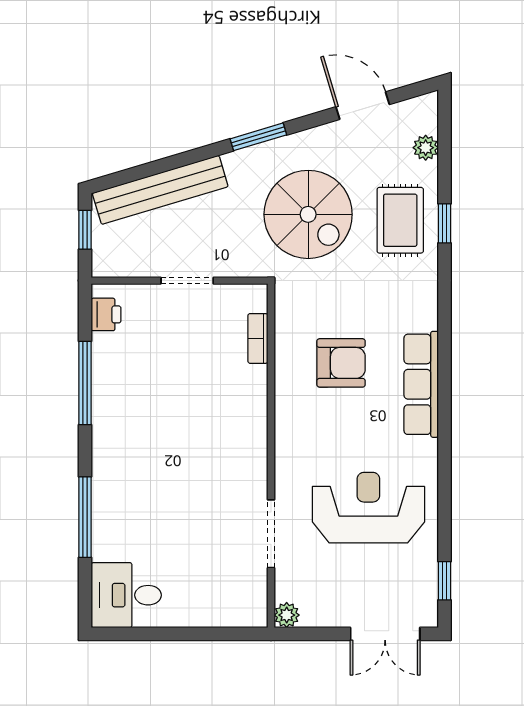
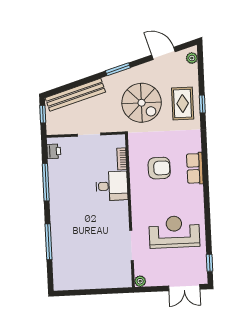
plant: (426, 148) -> (192, 58), moved
row of seats: (421, 384) -> (195, 168), width x0.68
desk: (126, 595) -> (112, 186), moved, turned 180

